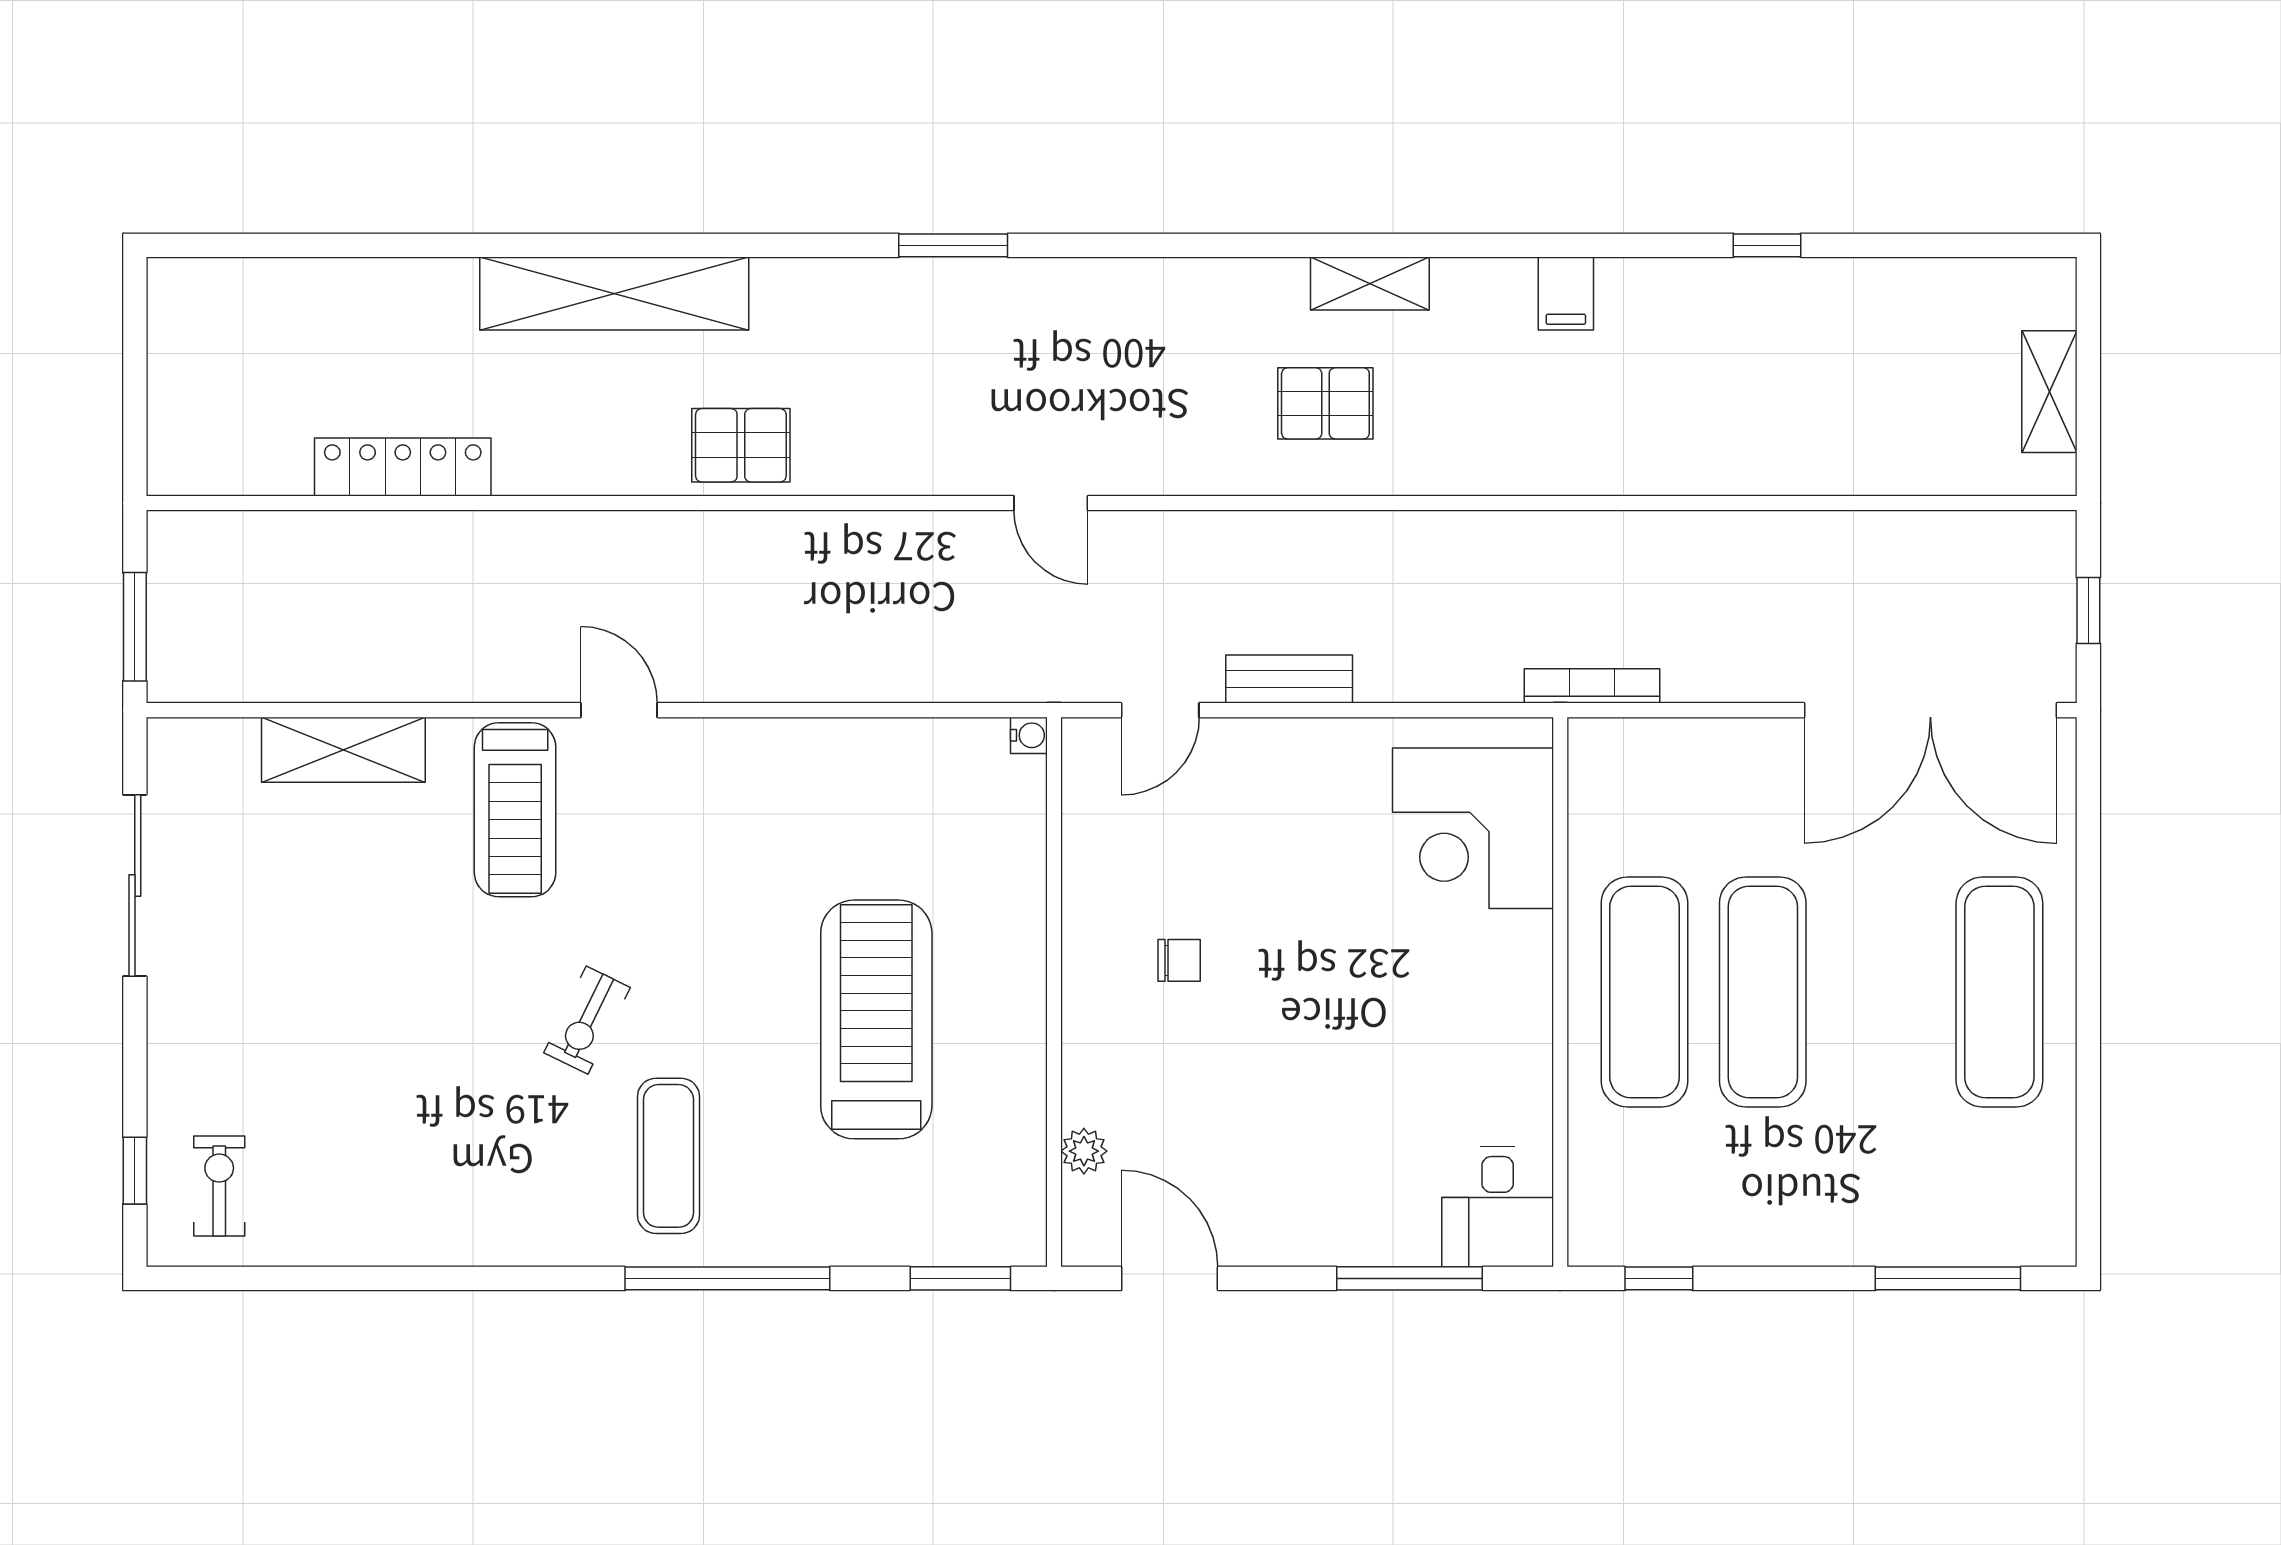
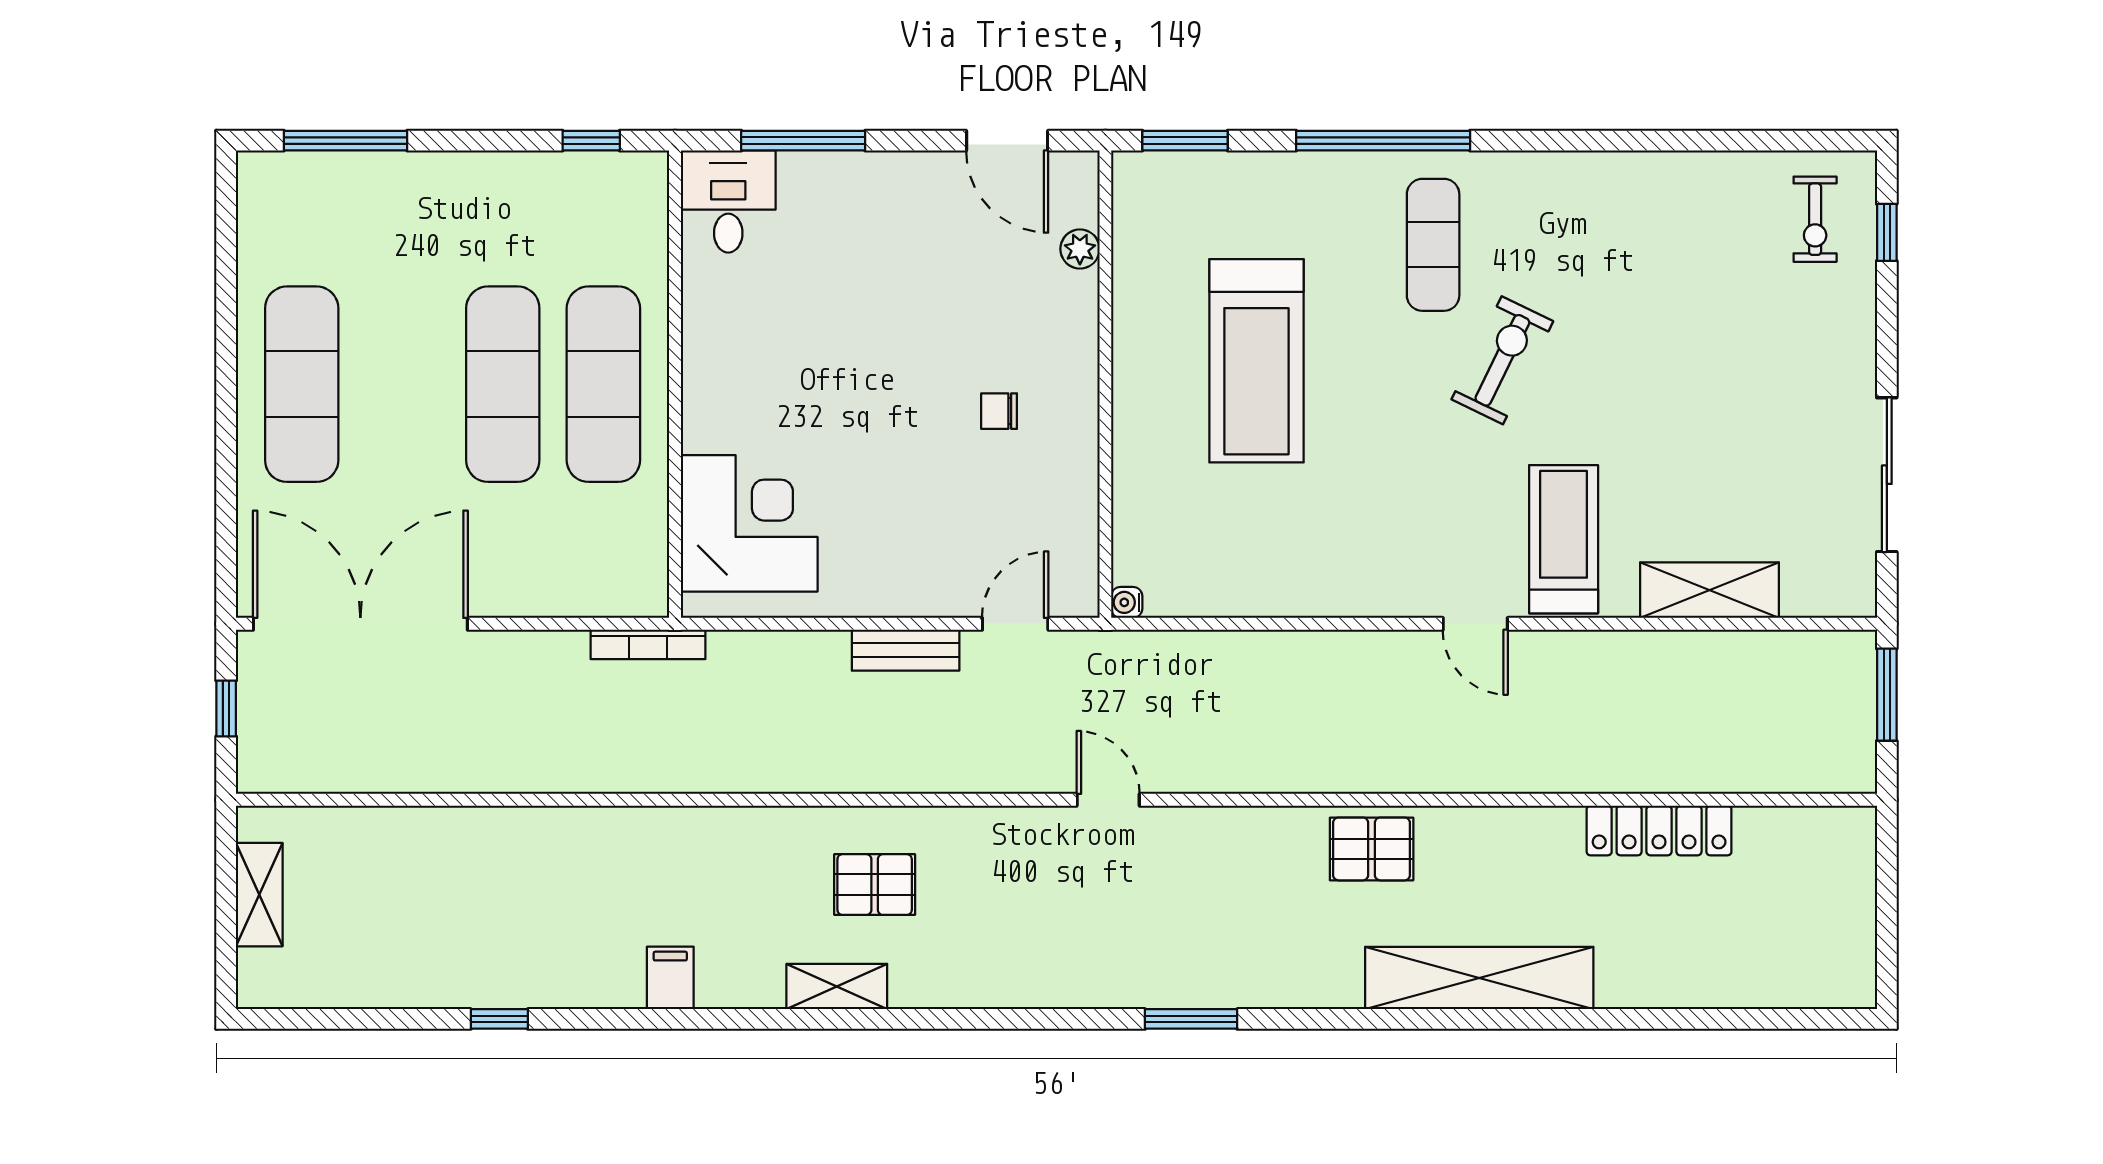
exercise bike: (587, 1020) -> (1502, 360), width x1.38, depth x1.39

